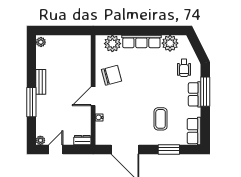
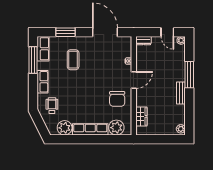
wardrobe: (85, 56) -> (141, 116), added
chair: (112, 75) -> (117, 99), turned -75
window: (205, 92) -> (33, 60), moved
door: (56, 149) -> (167, 32), hinge flipped

